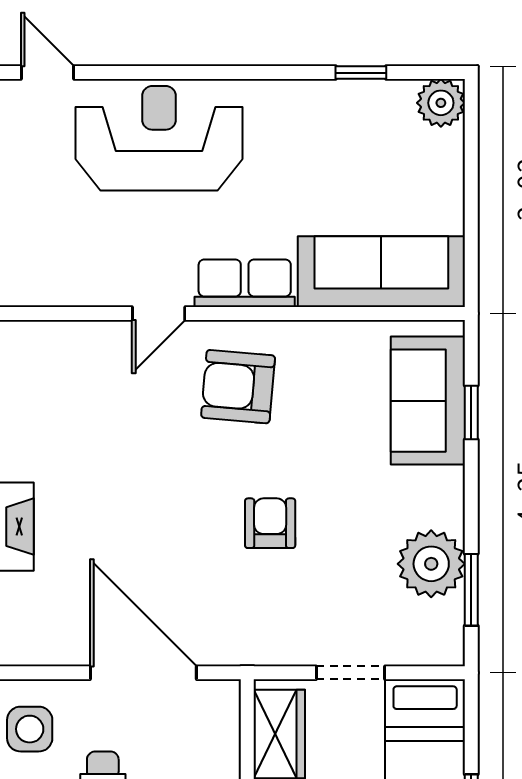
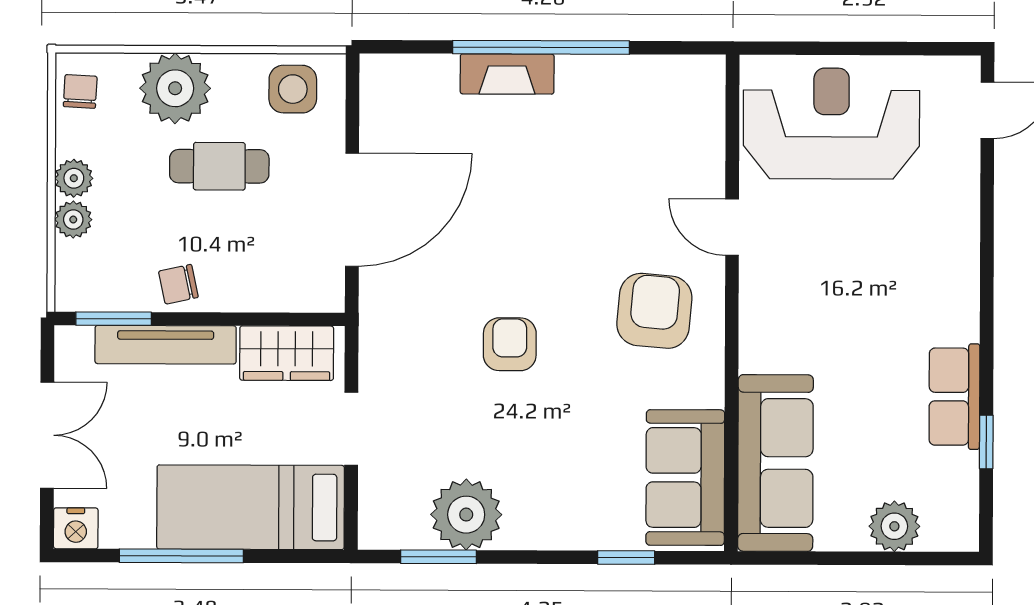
plant: (441, 103) -> (894, 526), moved
reception desk: (159, 138) -> (831, 124), moved, turned -90
row of seats: (245, 283) -> (954, 397), moved, turned 180
sofa: (428, 401) -> (685, 478), moved, turned -90
armchair: (270, 523) -> (510, 344), turned -90

